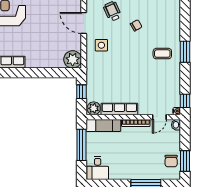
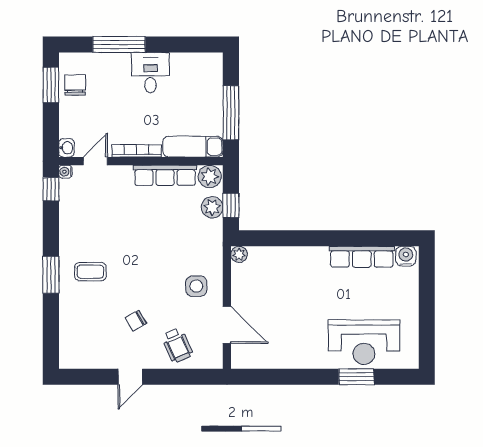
plant: (73, 59) -> (239, 254), width x0.53, depth x0.53
plant: (92, 91) -> (212, 207), added
desk: (98, 168) -> (150, 73), moved

